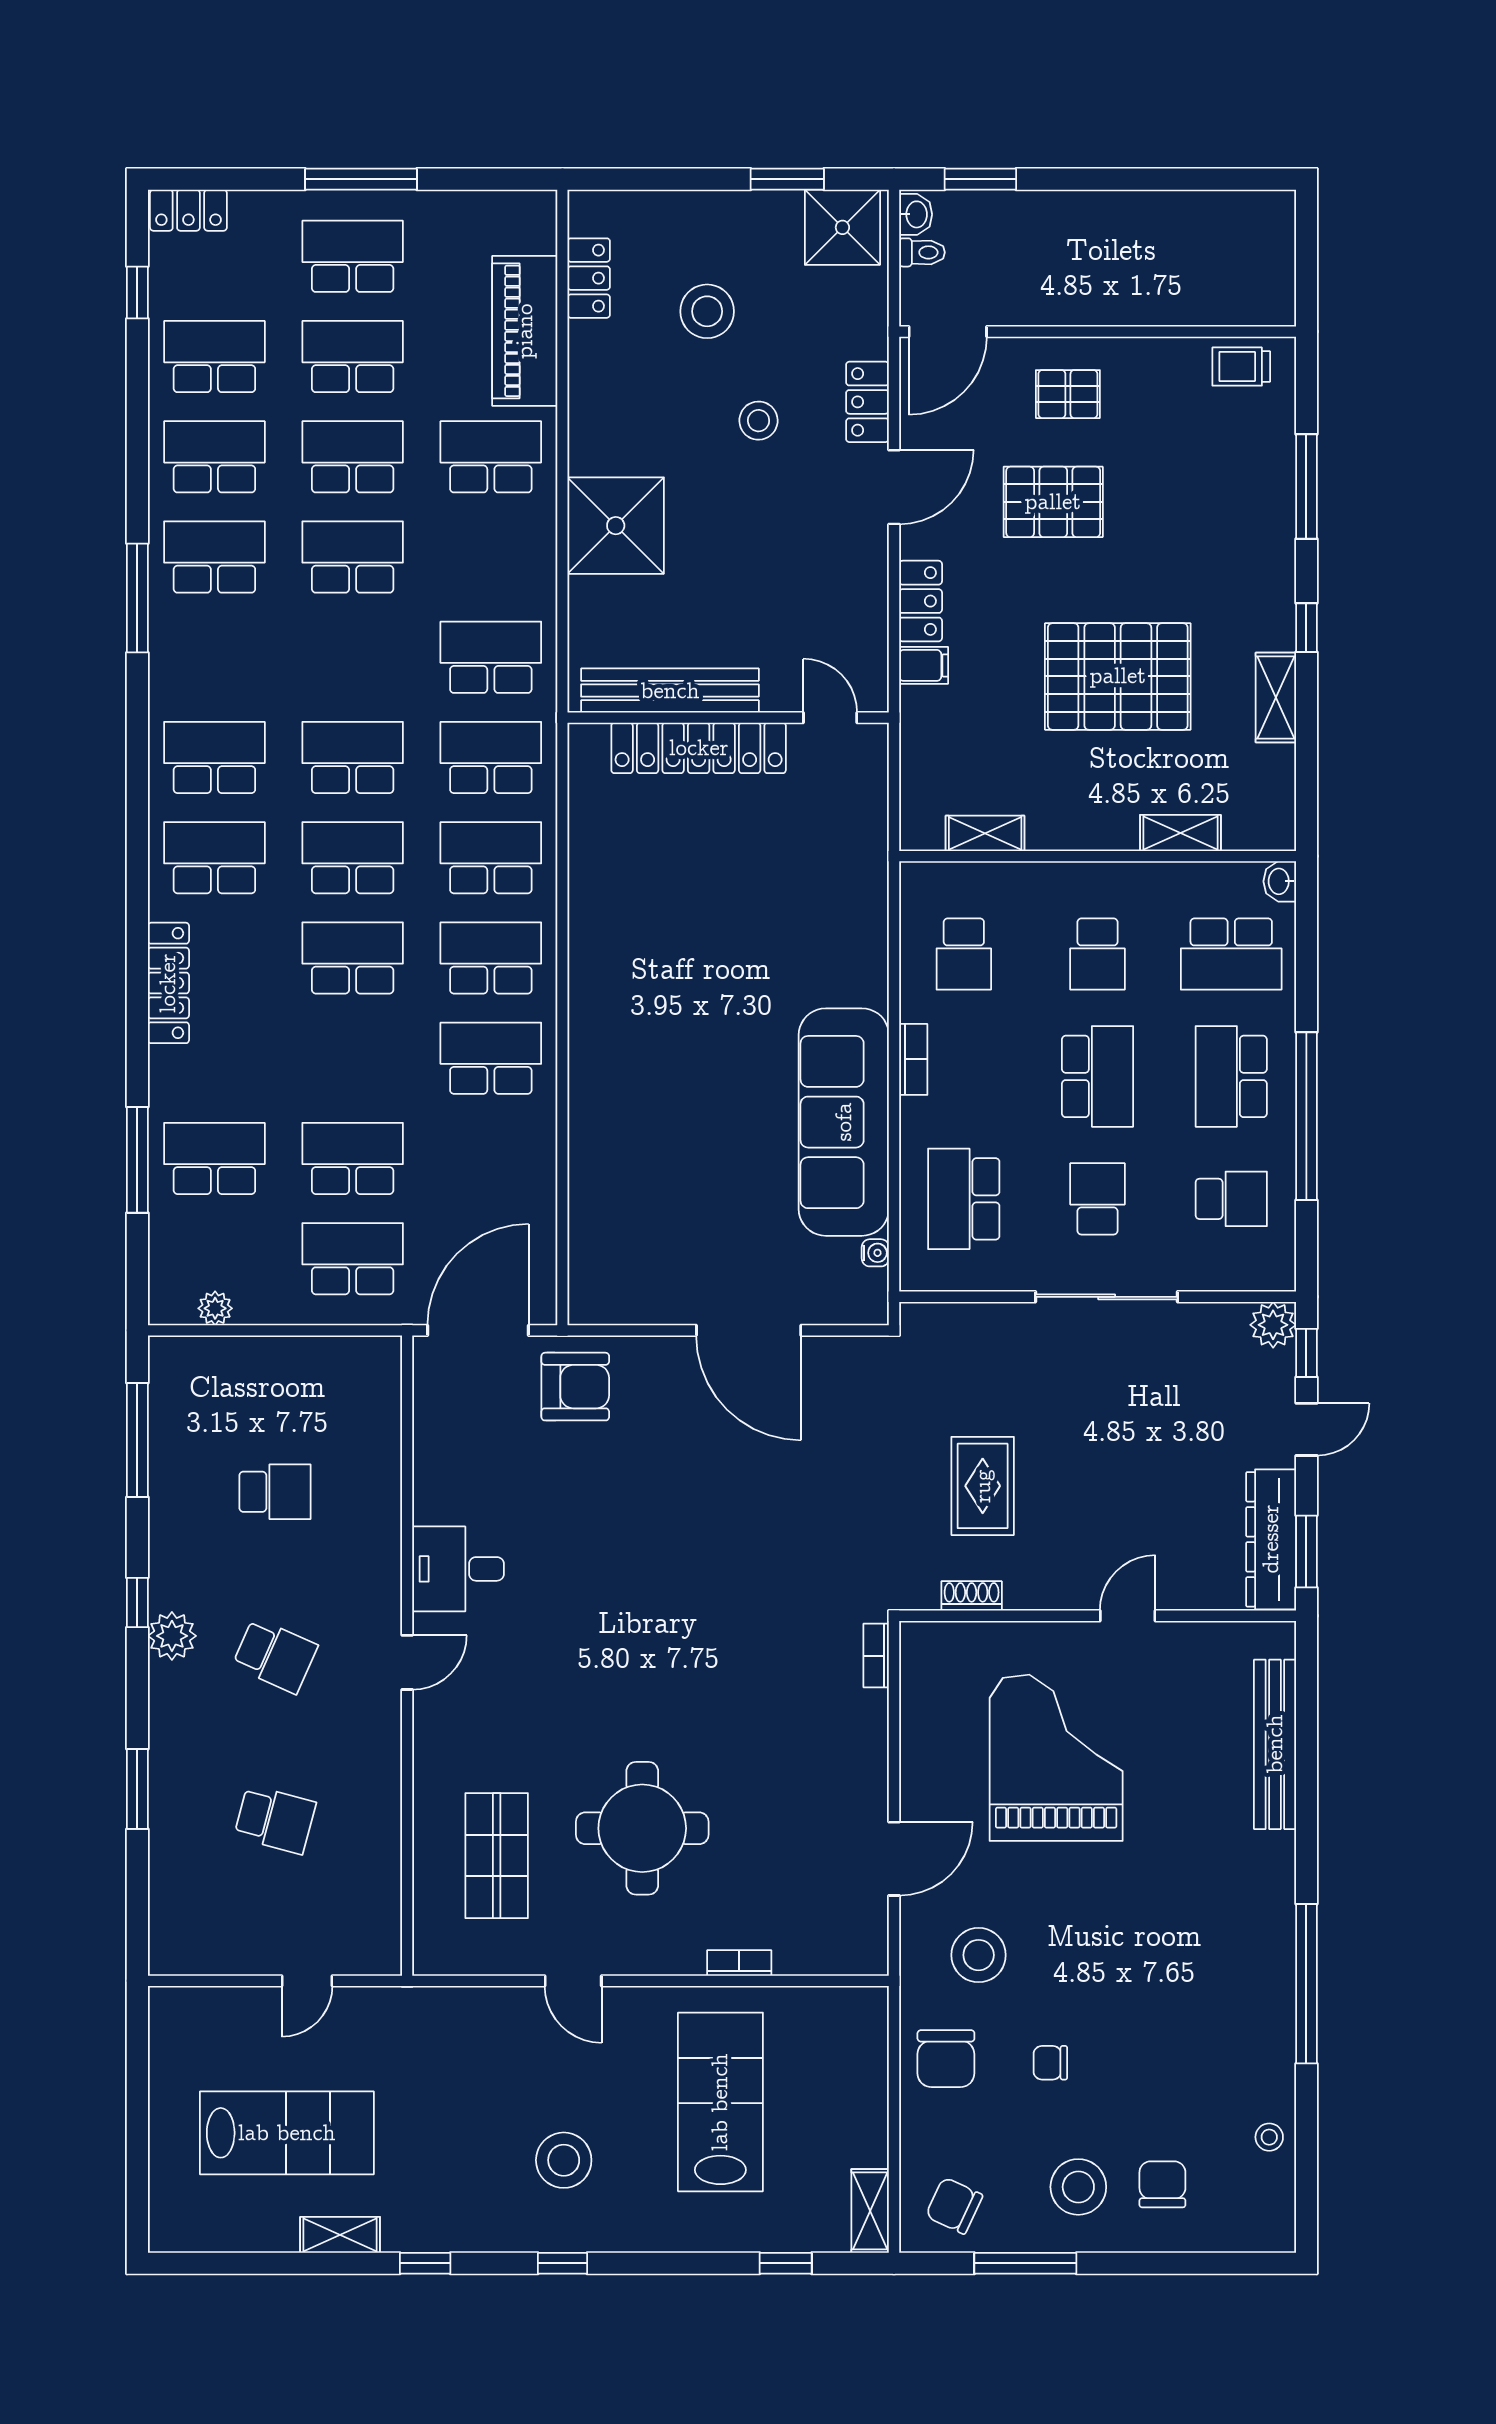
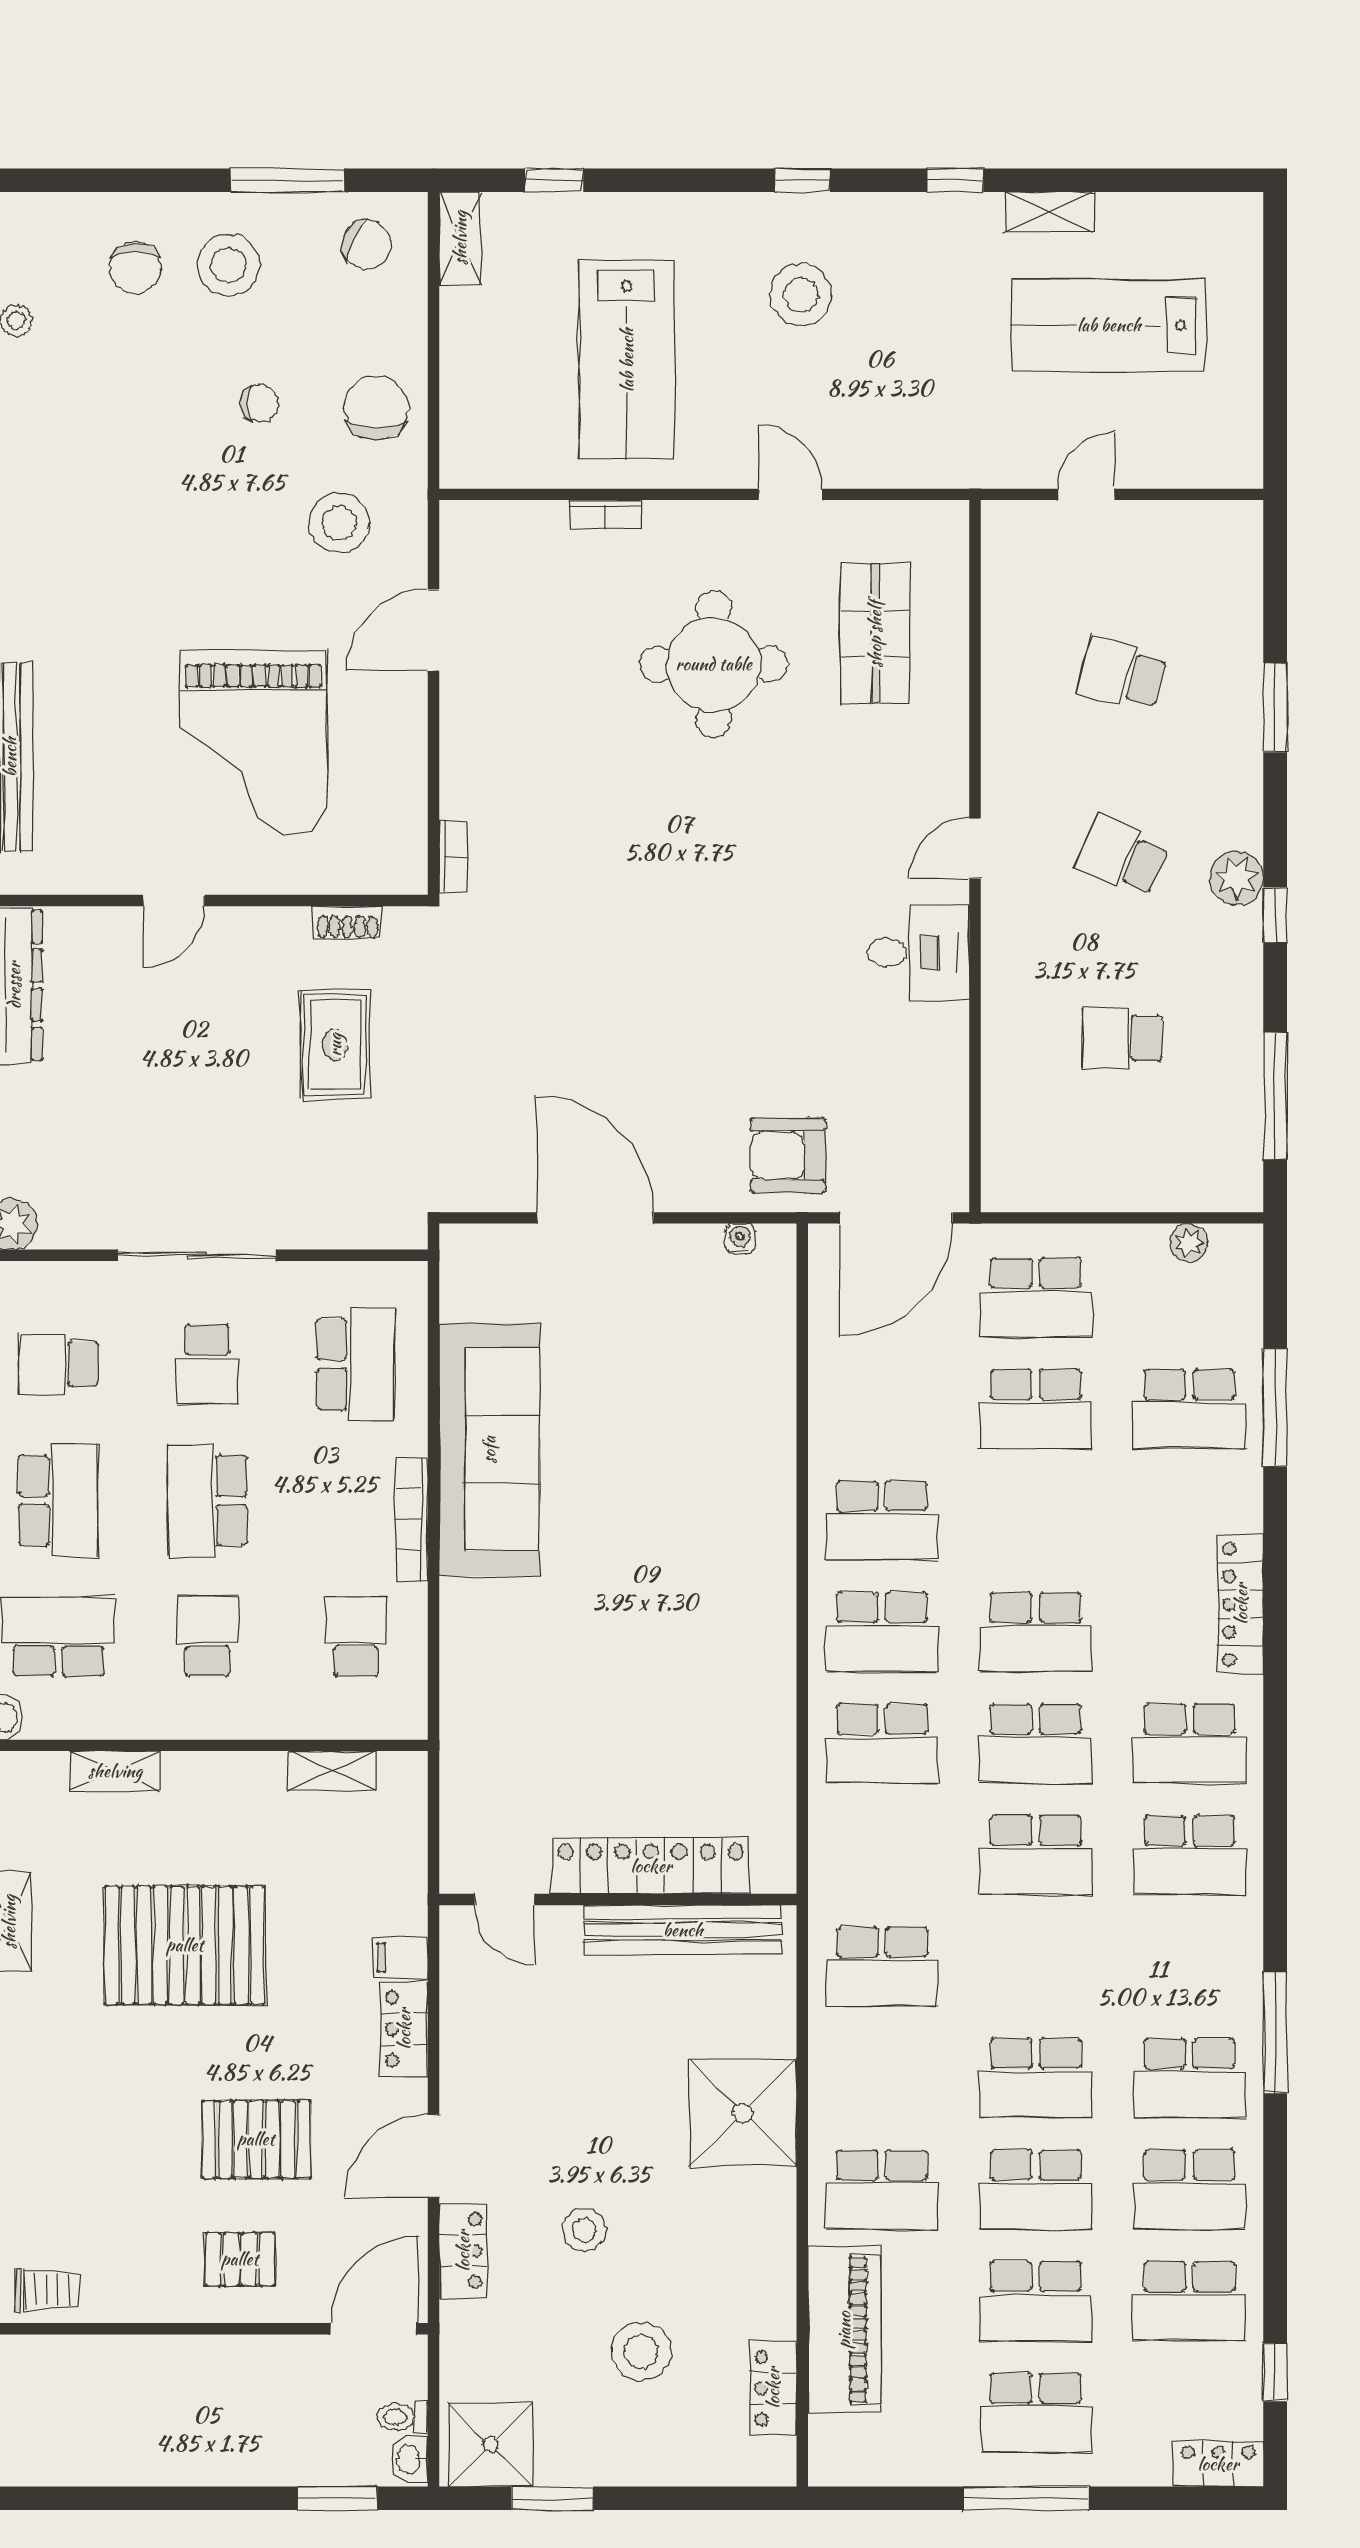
school desk: (491, 758) -> (882, 1855), removed
bookcase: (913, 1059) -> (412, 1519), width x1.56
water cooler: (875, 1253) -> (740, 1239), moved, turned 90

